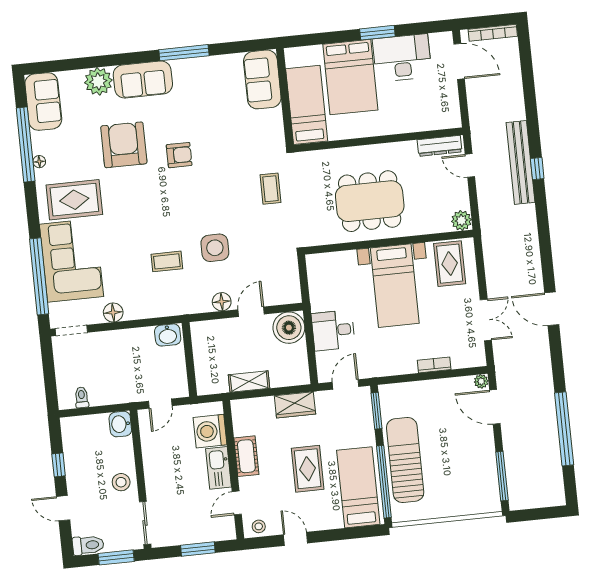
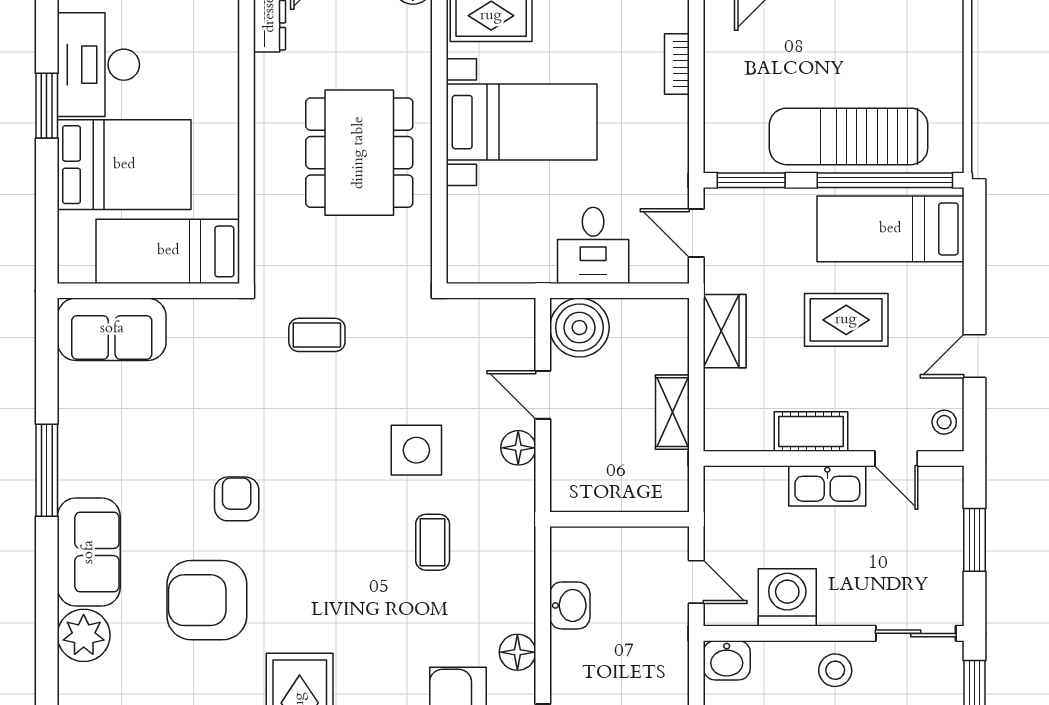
washbasin: (168, 335) -> (570, 605), moved
washing machine: (210, 431) -> (787, 597), moved, turned 180

